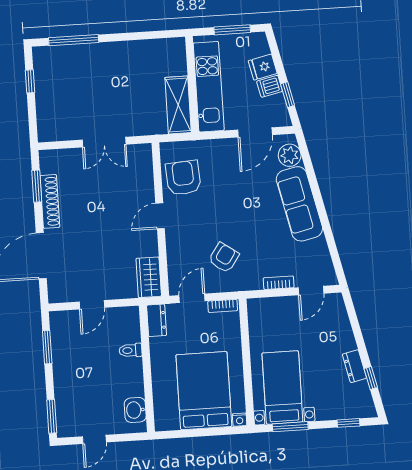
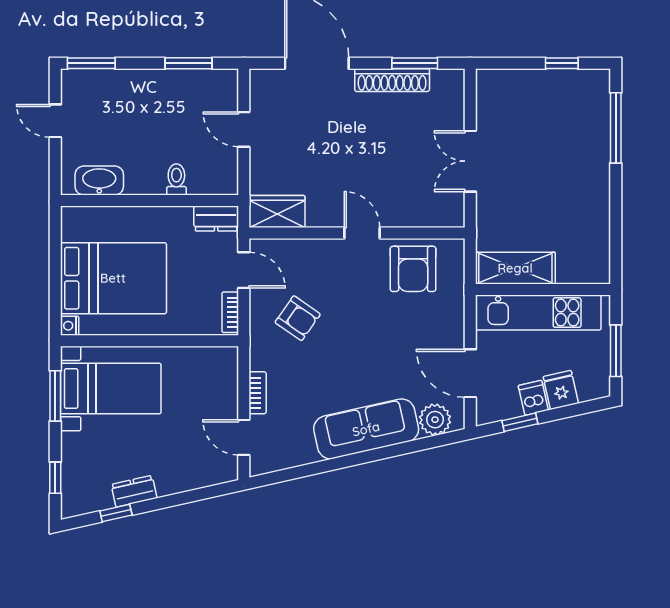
armchair: (183, 178) -> (413, 269), turned 94
washbasin: (135, 410) -> (99, 181), width x1.38

